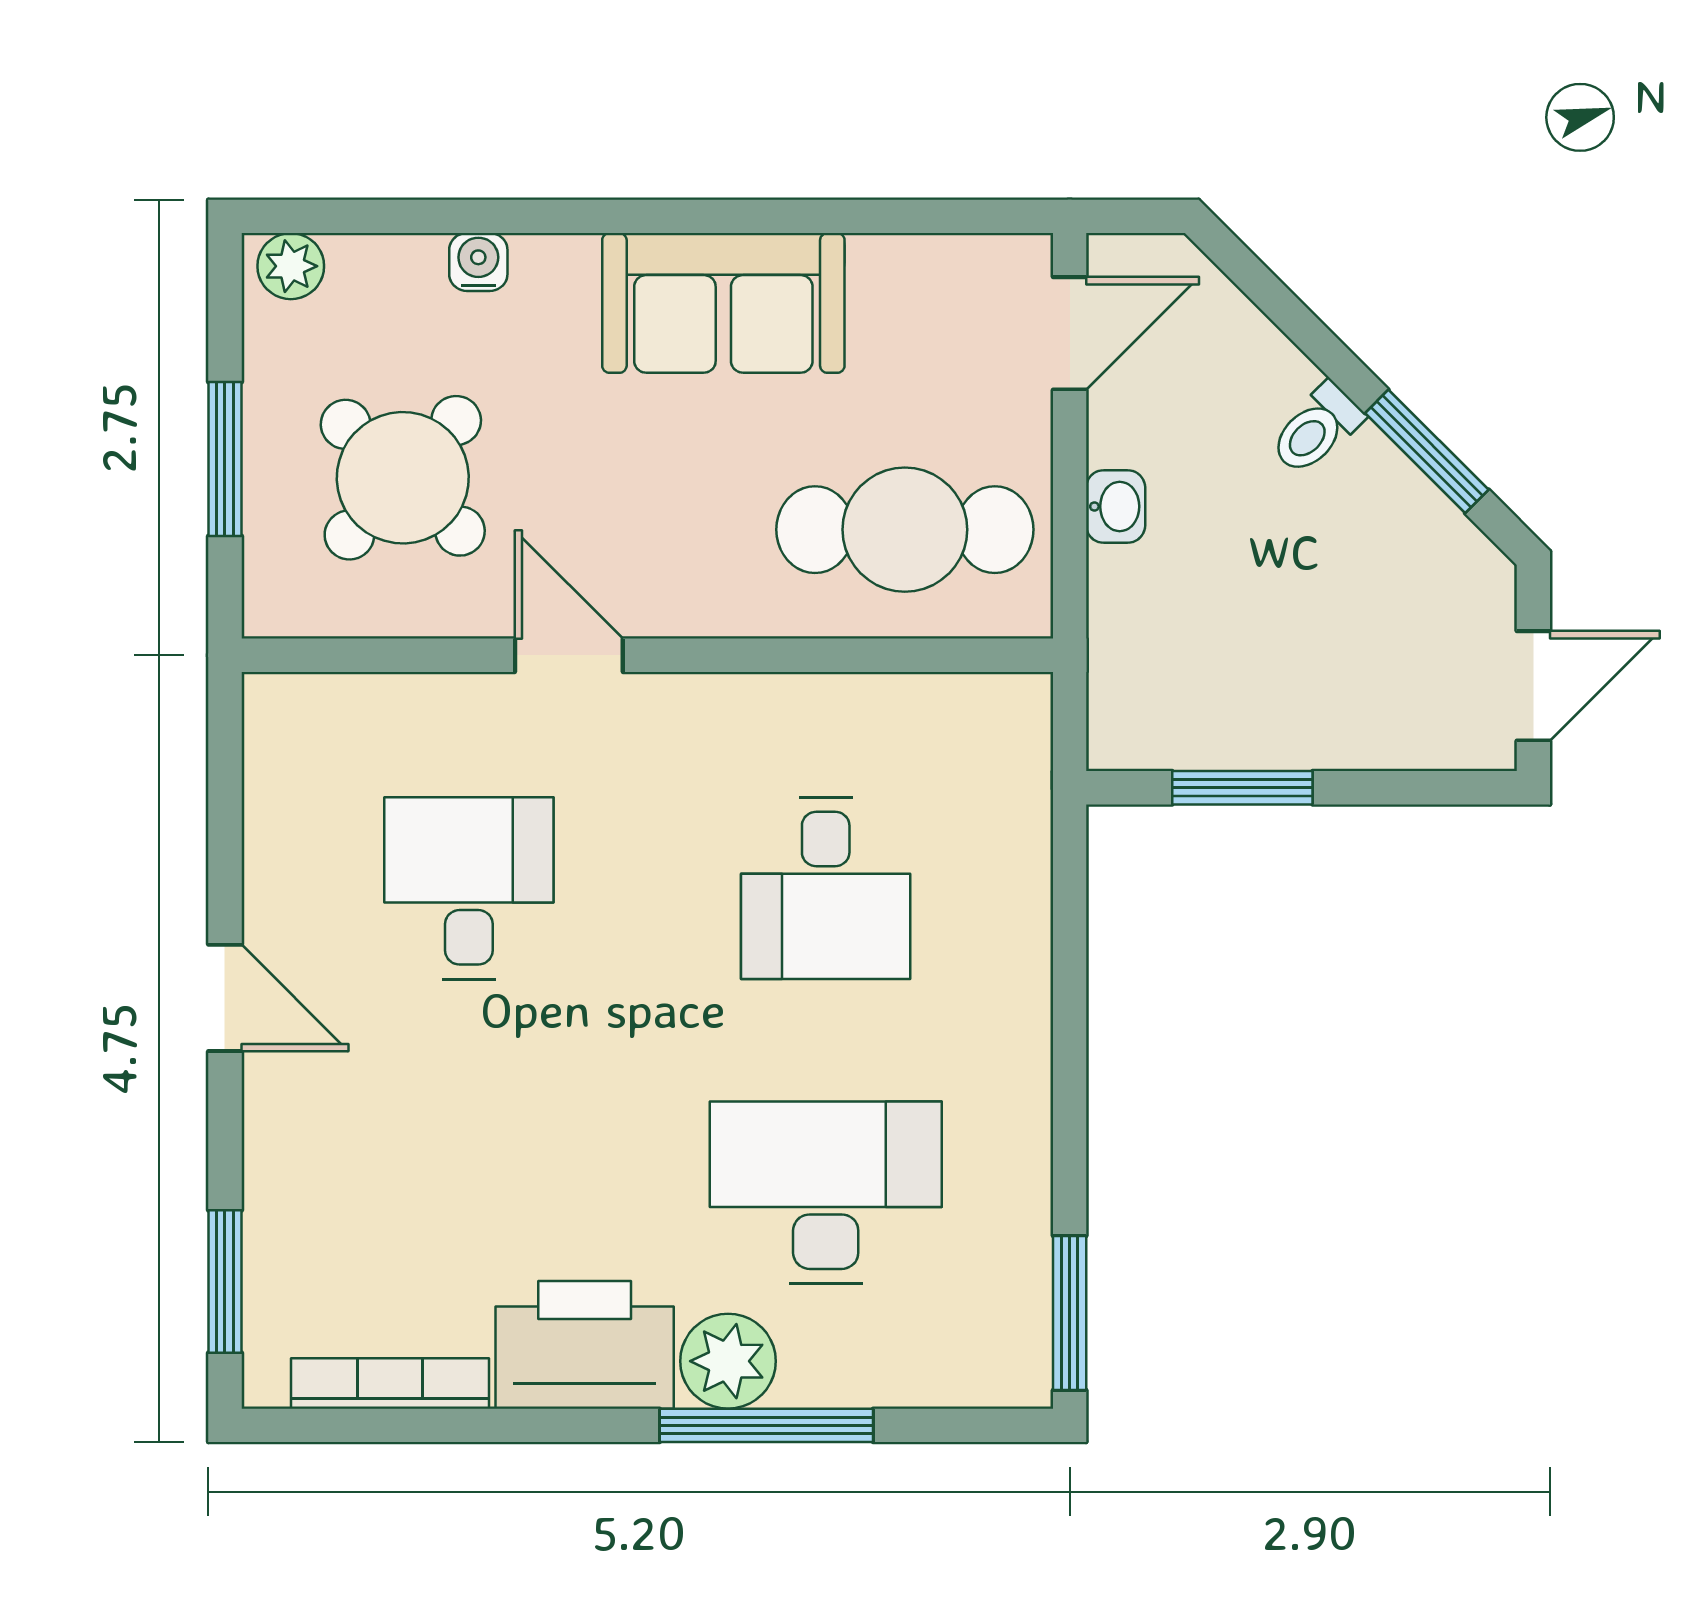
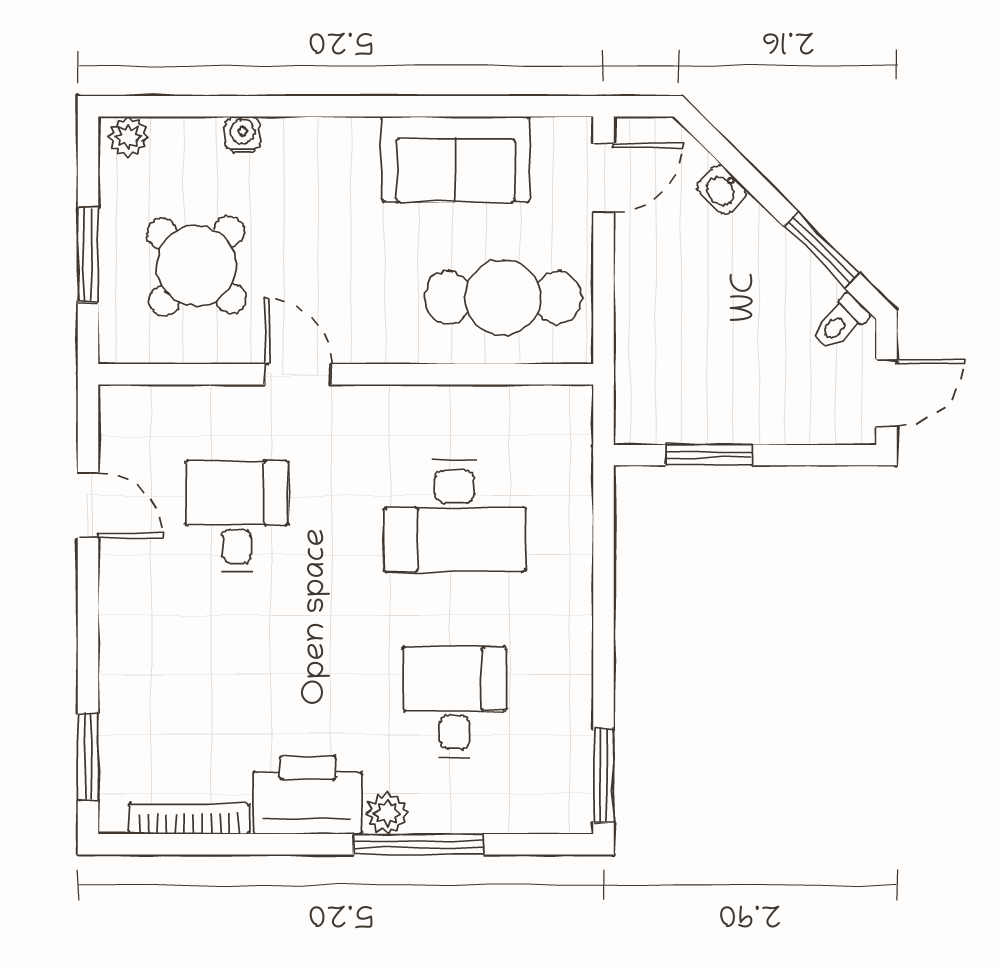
sofa: (723, 303) -> (456, 159), moved
toilet: (1316, 429) -> (840, 322), moved
washbasin: (1116, 506) -> (722, 190), moved, turned 135
desk: (826, 888) -> (455, 516), width x1.37
door: (225, 998) -> (88, 505), moved
desk: (826, 1193) -> (455, 702), width x0.73
plant: (728, 1361) -> (387, 813), width x0.73, depth x0.73

